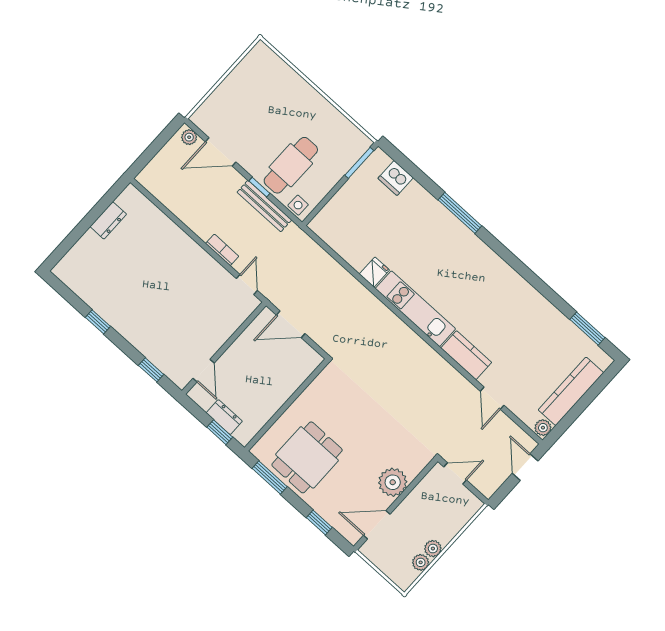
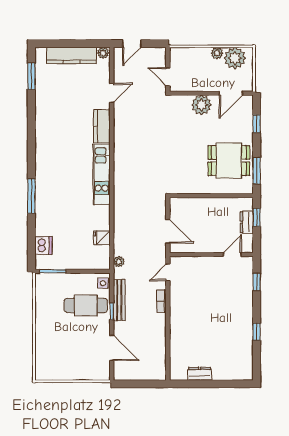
plant: (189, 137) -> (119, 262), moved
fridge: (374, 272) -> (102, 238), moved
door: (377, 525) -> (231, 93), hinge flipped
plant: (421, 562) -> (235, 58), width x1.87, depth x1.87

